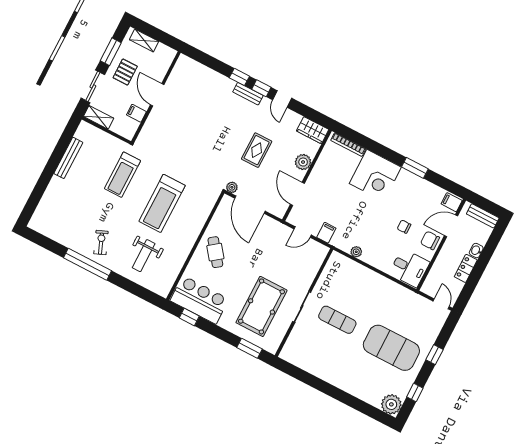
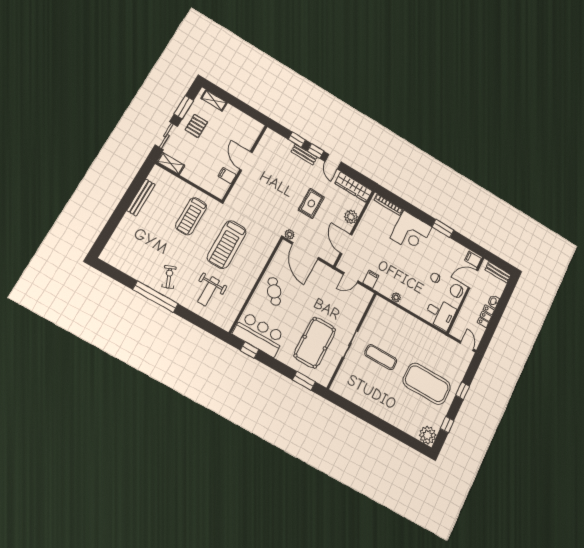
door: (157, 95) -> (246, 161), moved
wall: (156, 97) -> (245, 163), moved
filing cabinet: (136, 113) -> (227, 176), moved
wardrobe: (313, 130) -> (354, 187), width x1.50

